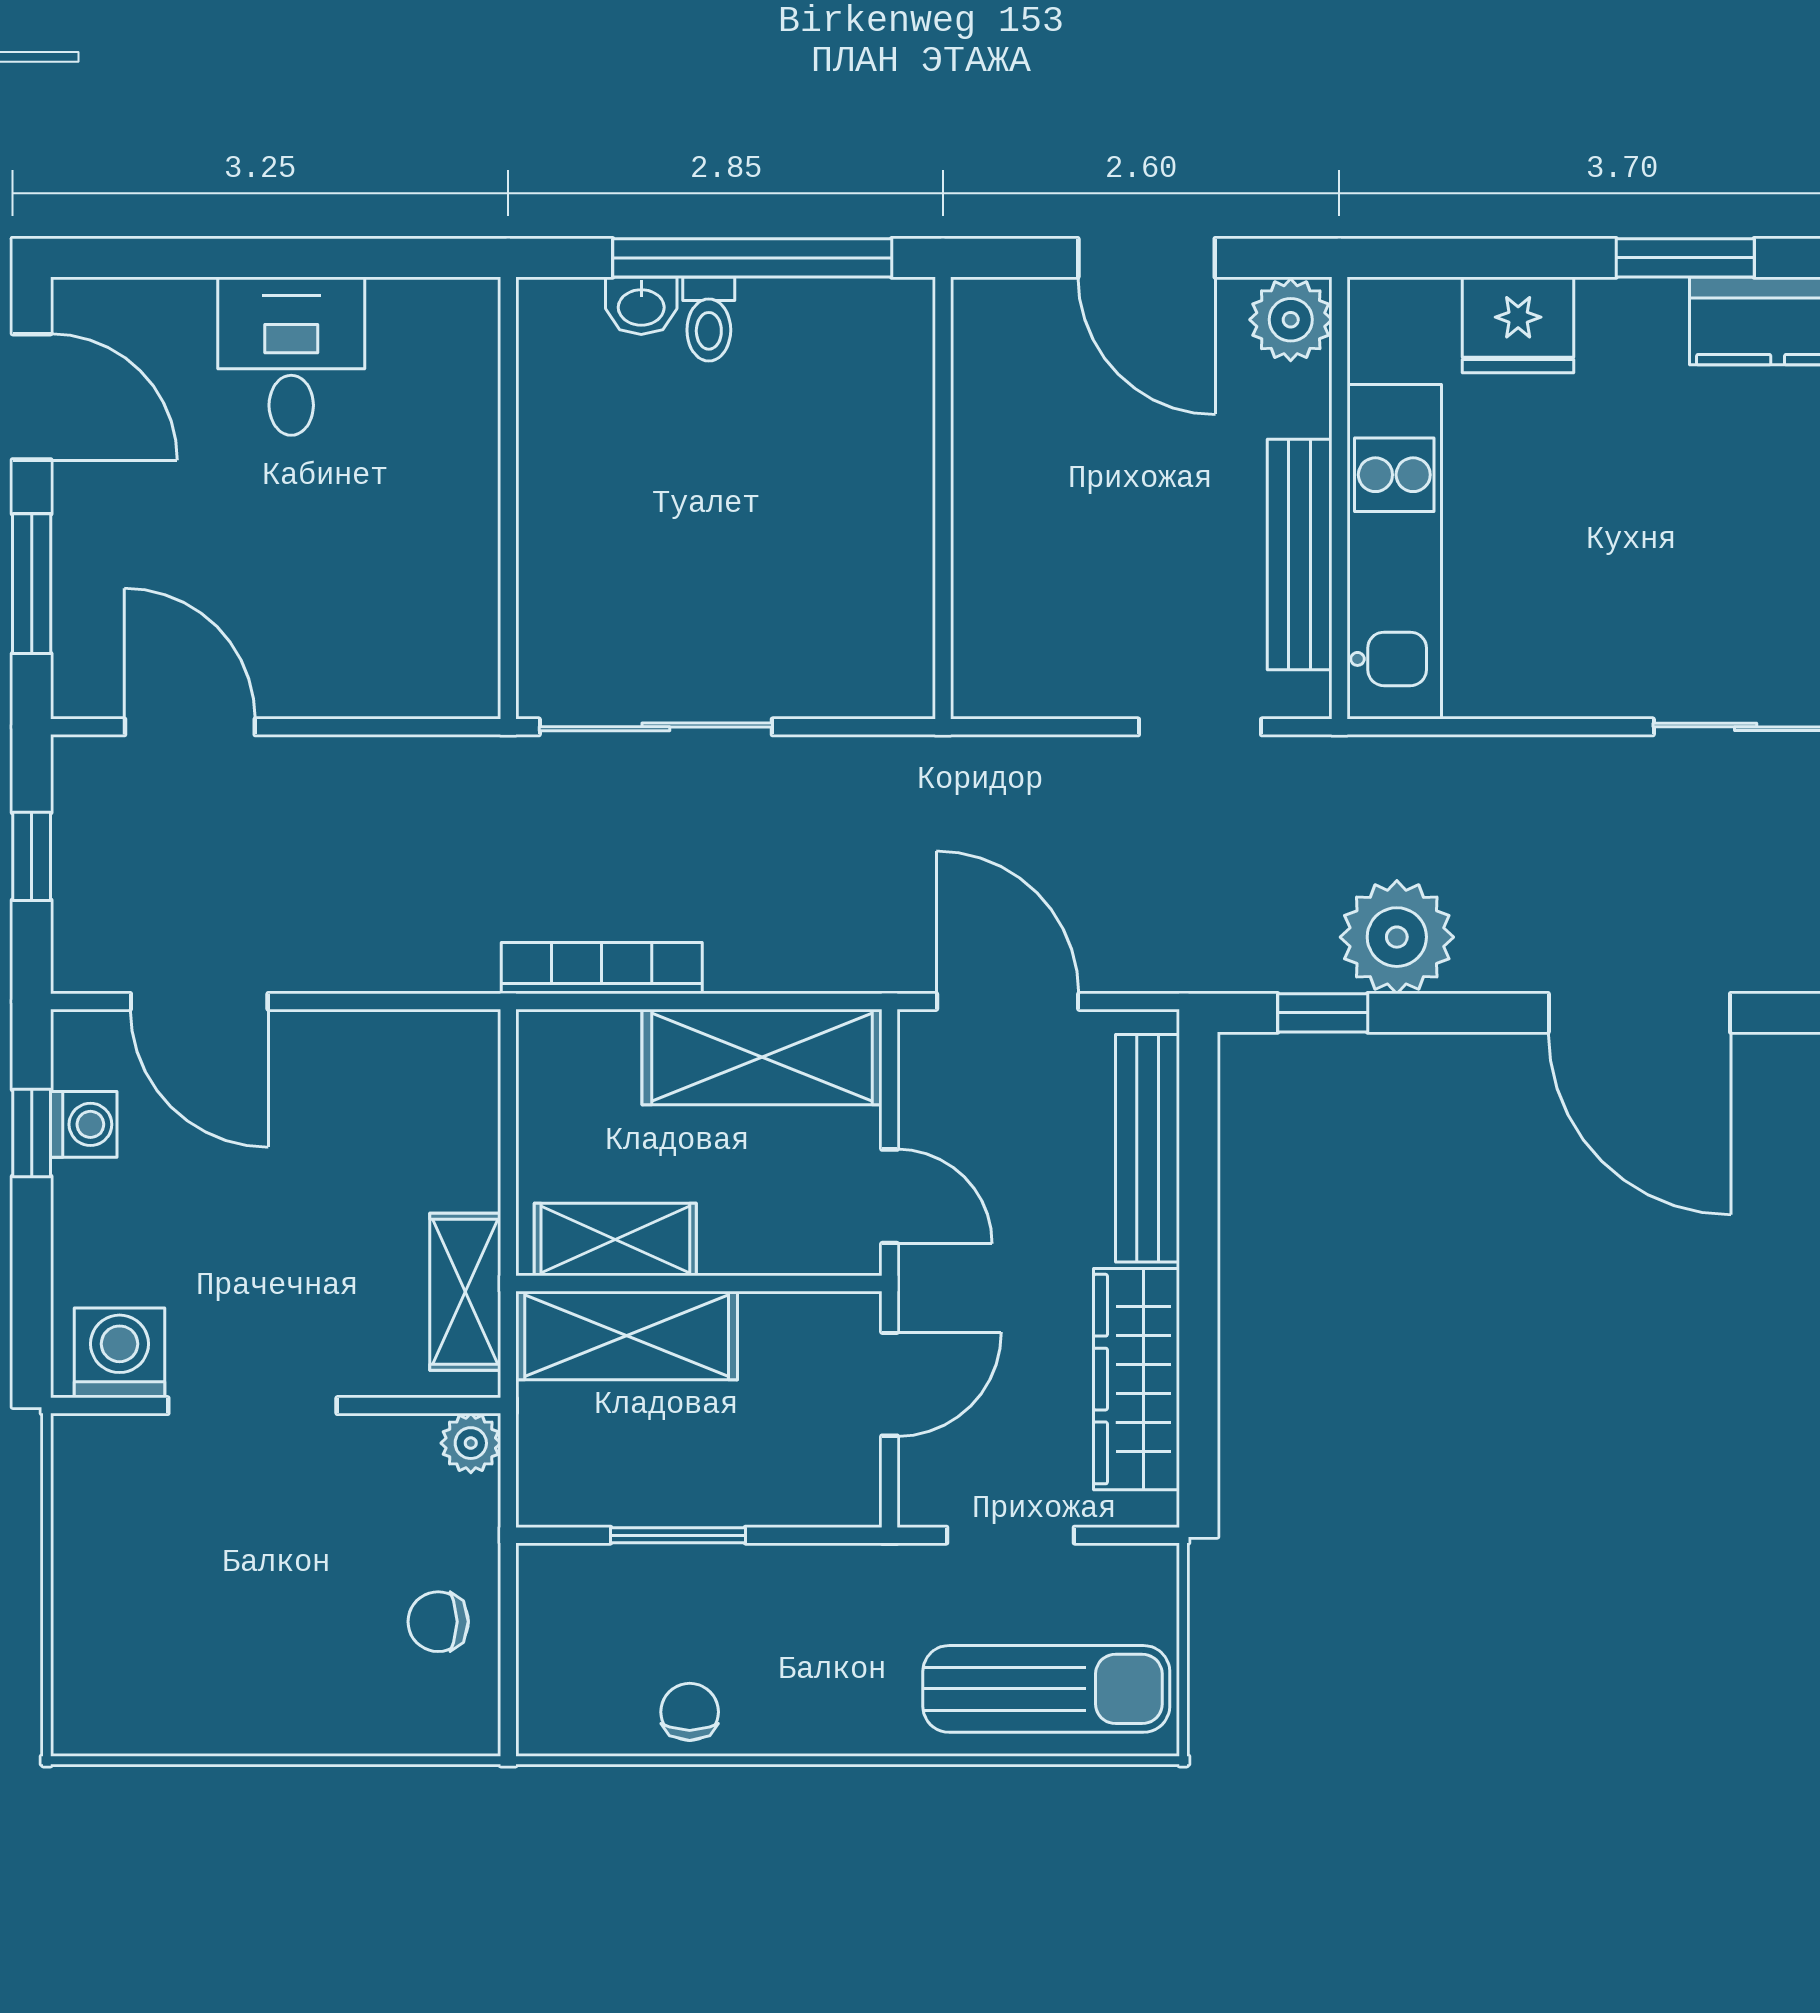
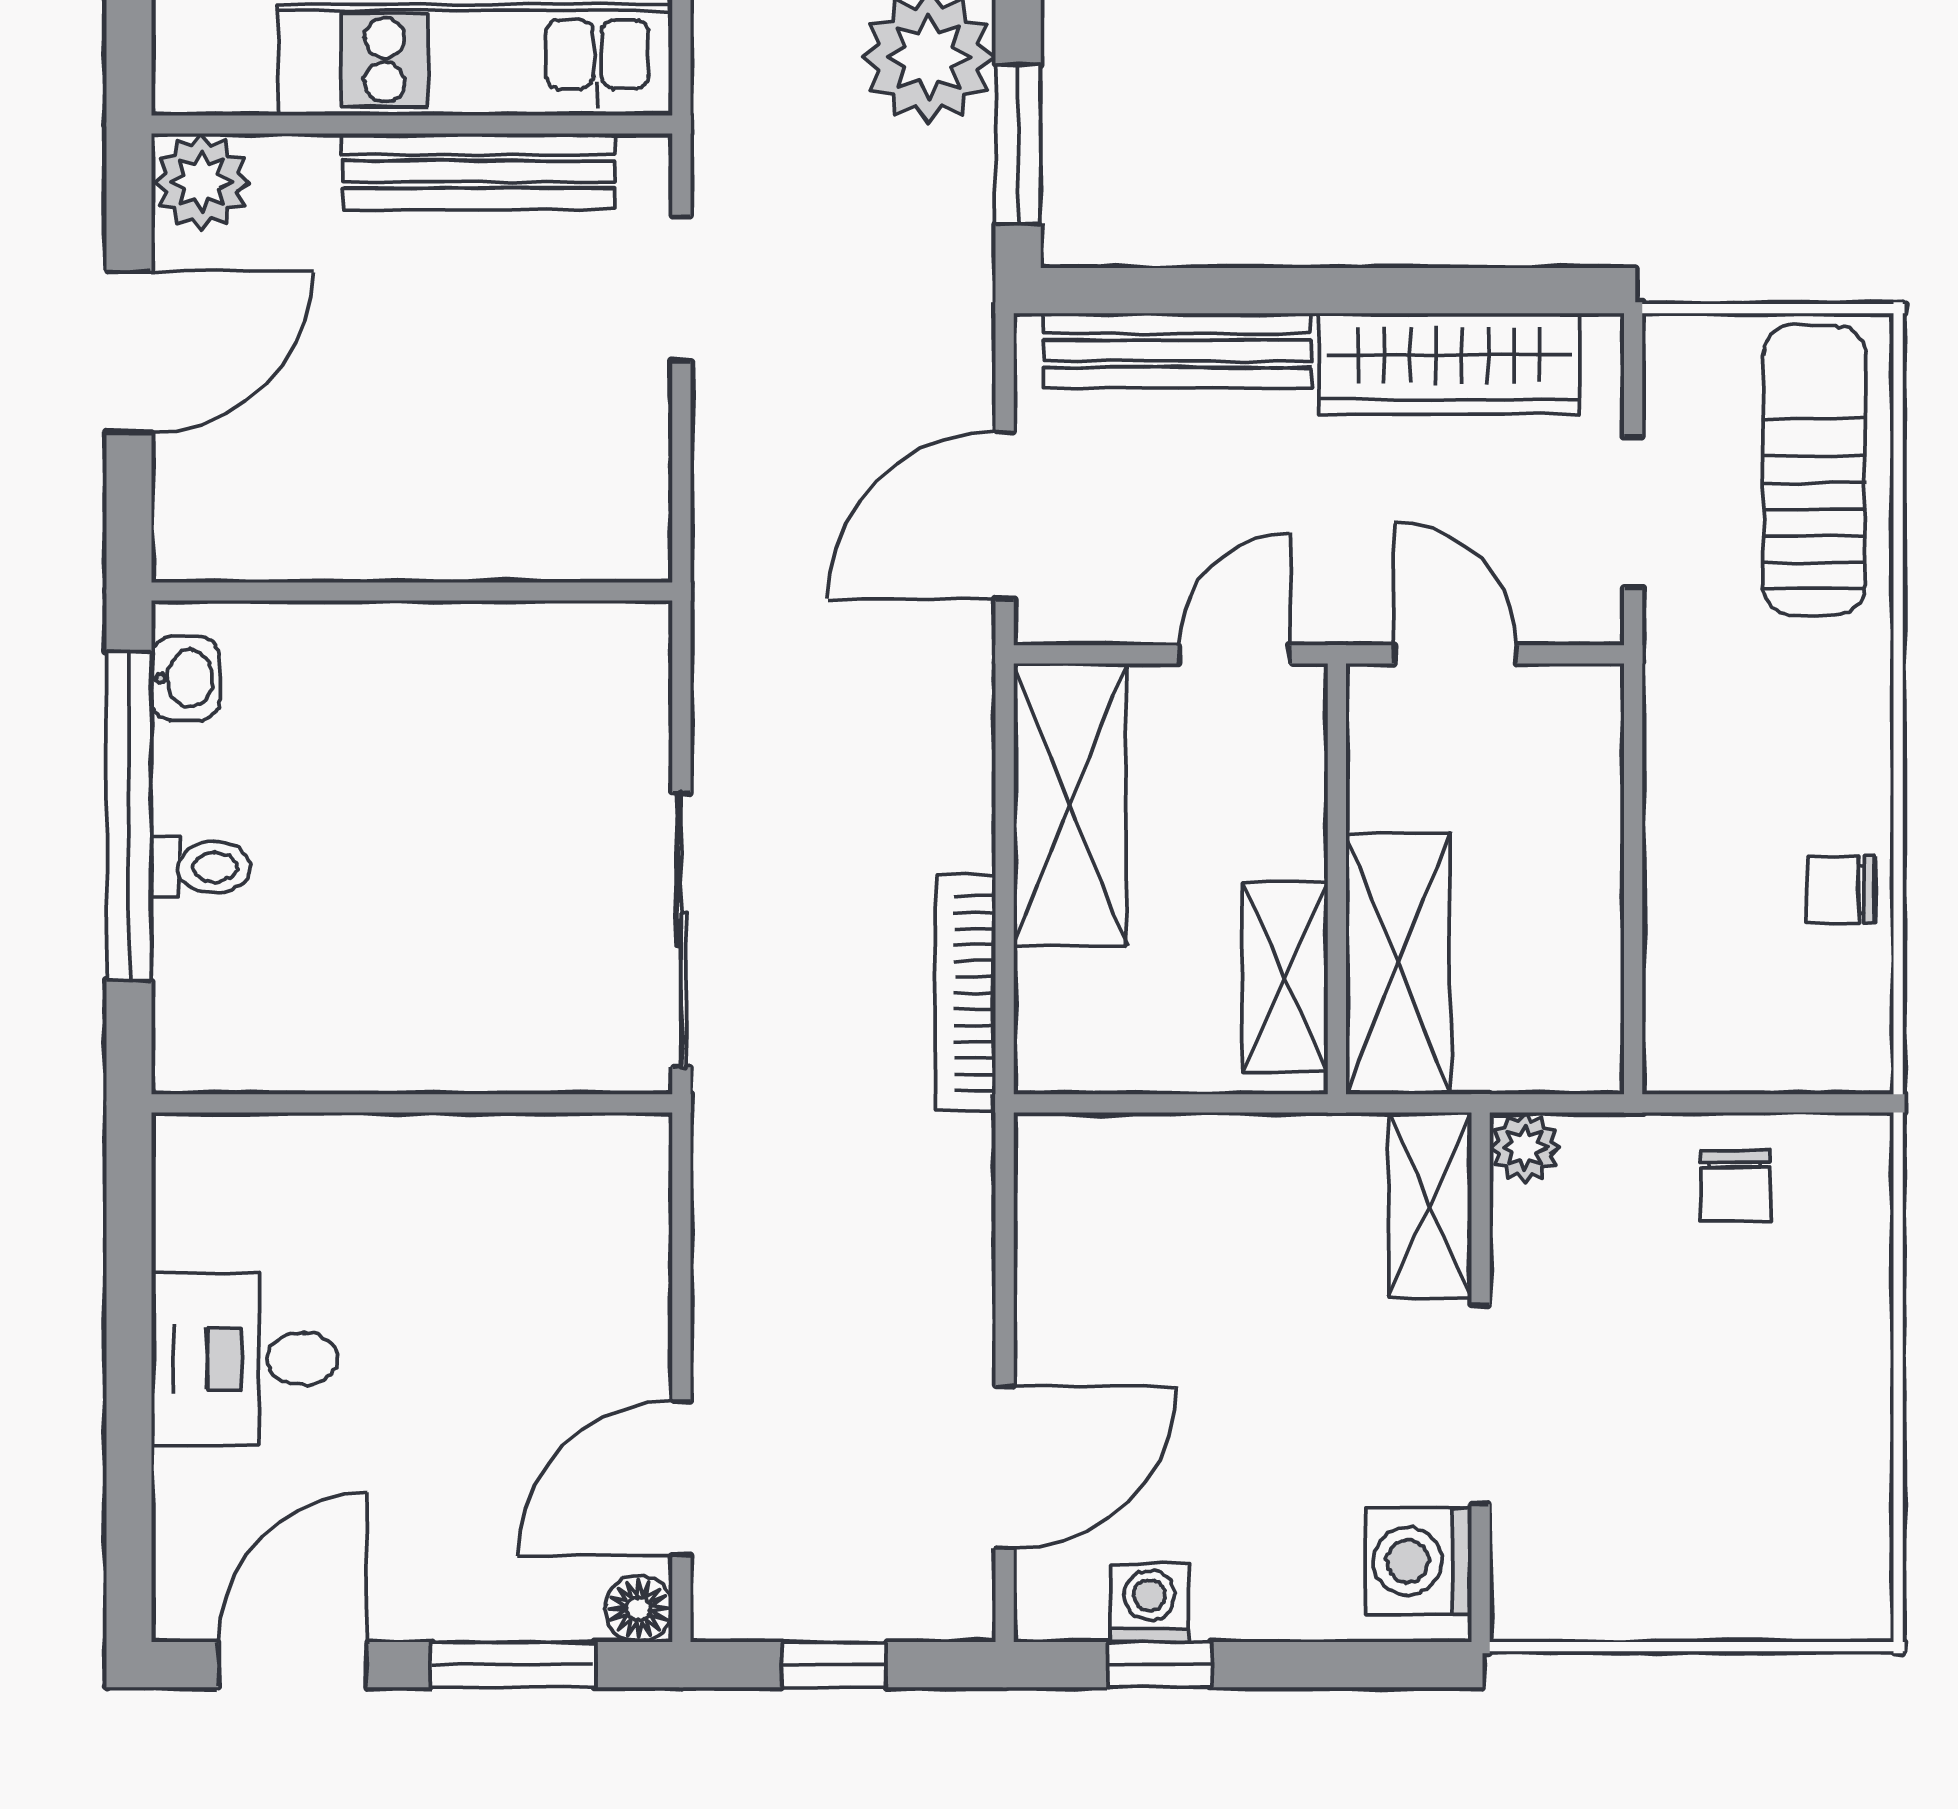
washbasin: (641, 306) -> (185, 678), moved
floor lamp: (79, 691) -> (639, 1609), added
window: (1323, 1013) -> (1018, 144), width x1.50
shelving: (465, 1292) -> (1430, 1205), moved, turned 90
window: (678, 1535) -> (1633, 903), removed

